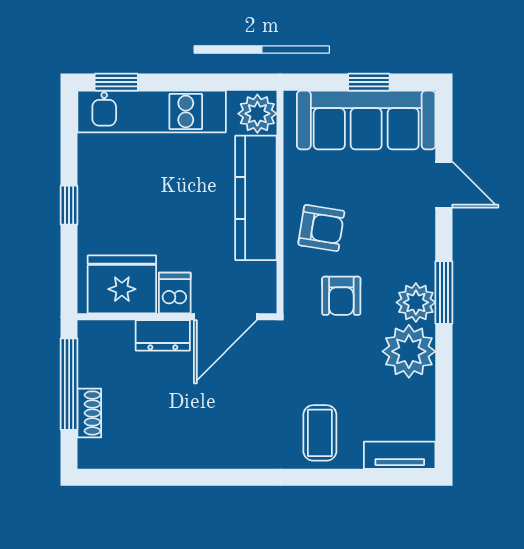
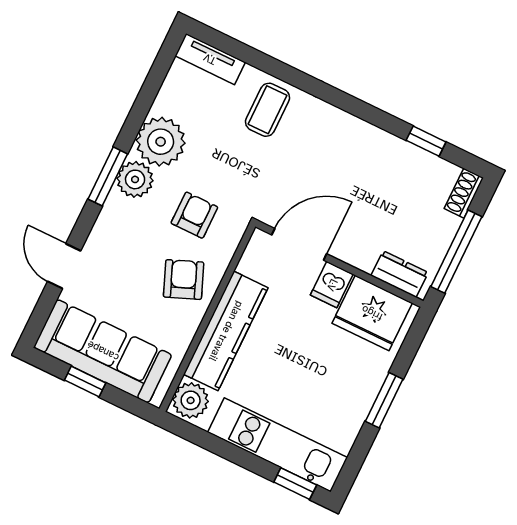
window: (69, 205) -> (384, 400), width x1.50
armchair: (321, 228) -> (184, 280), turned 59
dresser: (163, 335) -> (400, 274), moved
shoe rack: (89, 413) -> (464, 193), moved
window: (151, 477) -> (426, 141), added

